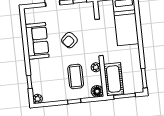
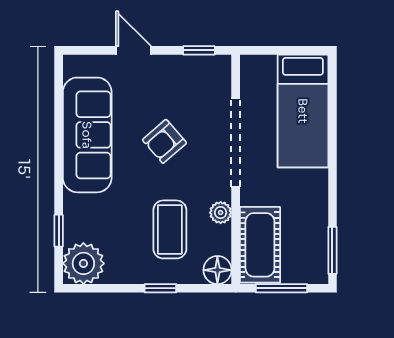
sofa: (37, 41) -> (87, 135), width x1.36
plant: (38, 99) -> (83, 263), width x1.88, depth x1.88

